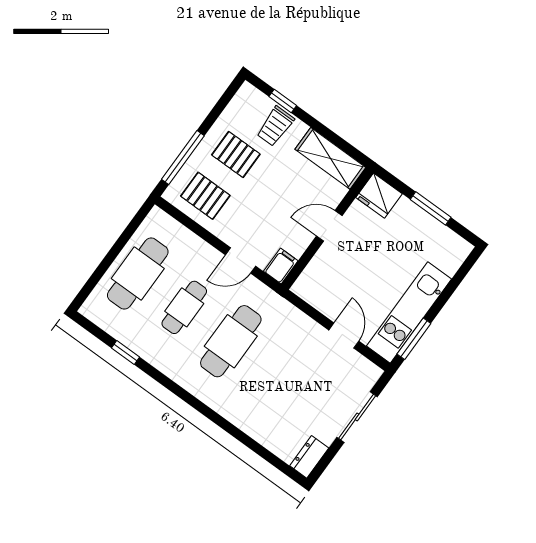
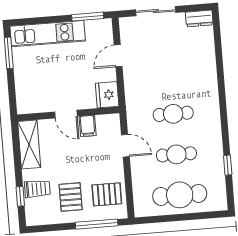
pallet: (205, 196) -> (107, 194), turned 90
fridge: (379, 196) -> (107, 95), moved, turned 180
window: (431, 208) -> (9, 53), moved
filing cabinet: (281, 266) -> (88, 126), moved, turned -90
kitchen unit: (409, 312) -> (48, 34), moved
cafe table: (231, 341) -> (173, 114), width x0.73, depth x0.74

